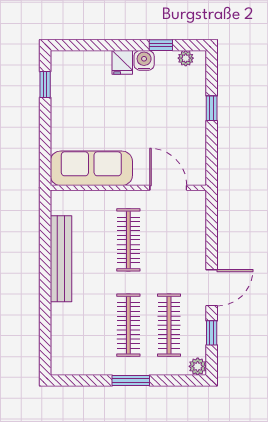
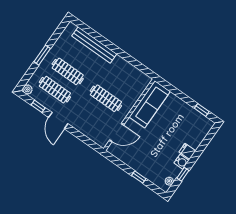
bench: (61, 259) -> (94, 45), moved

